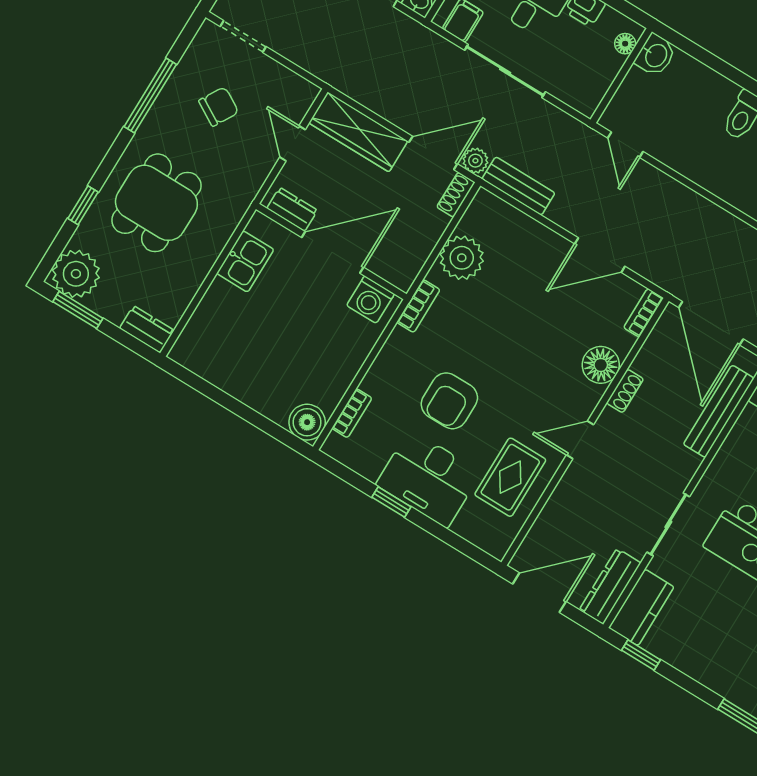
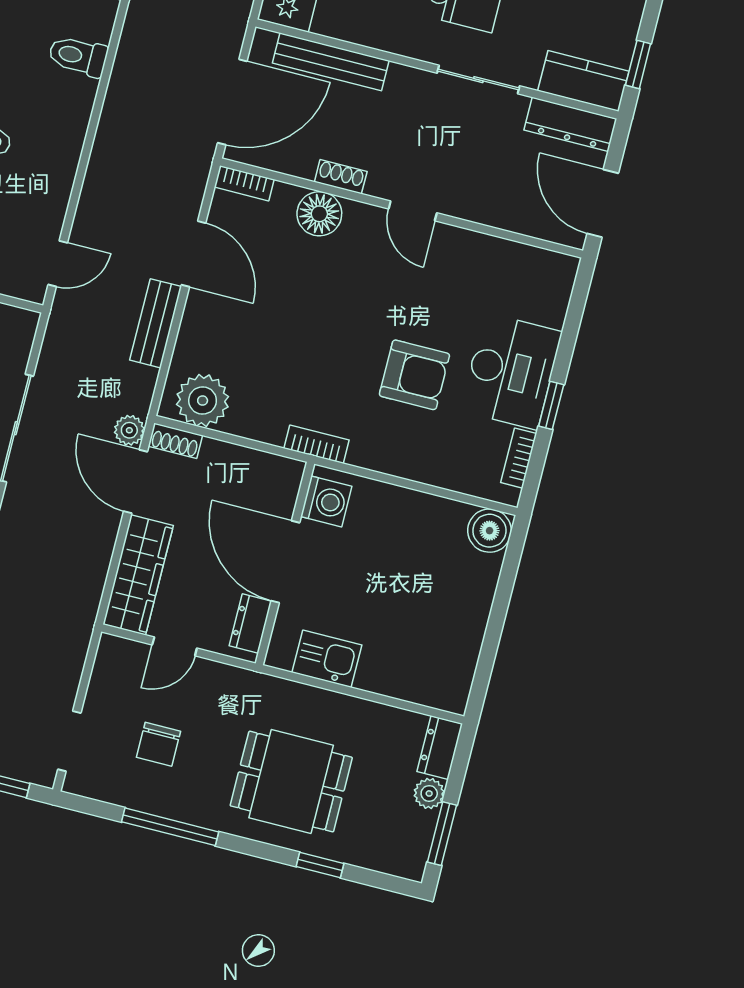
chair: (219, 107) -> (158, 744), turned -120
bench: (518, 186) -> (156, 323), moved
plant: (462, 258) -> (203, 401), moved
plant: (76, 274) -> (429, 793), moved, width x0.53, depth x0.53
bookcase: (352, 413) -> (519, 458), moved, turned -90
rug: (510, 477) -> (480, 278), removed

